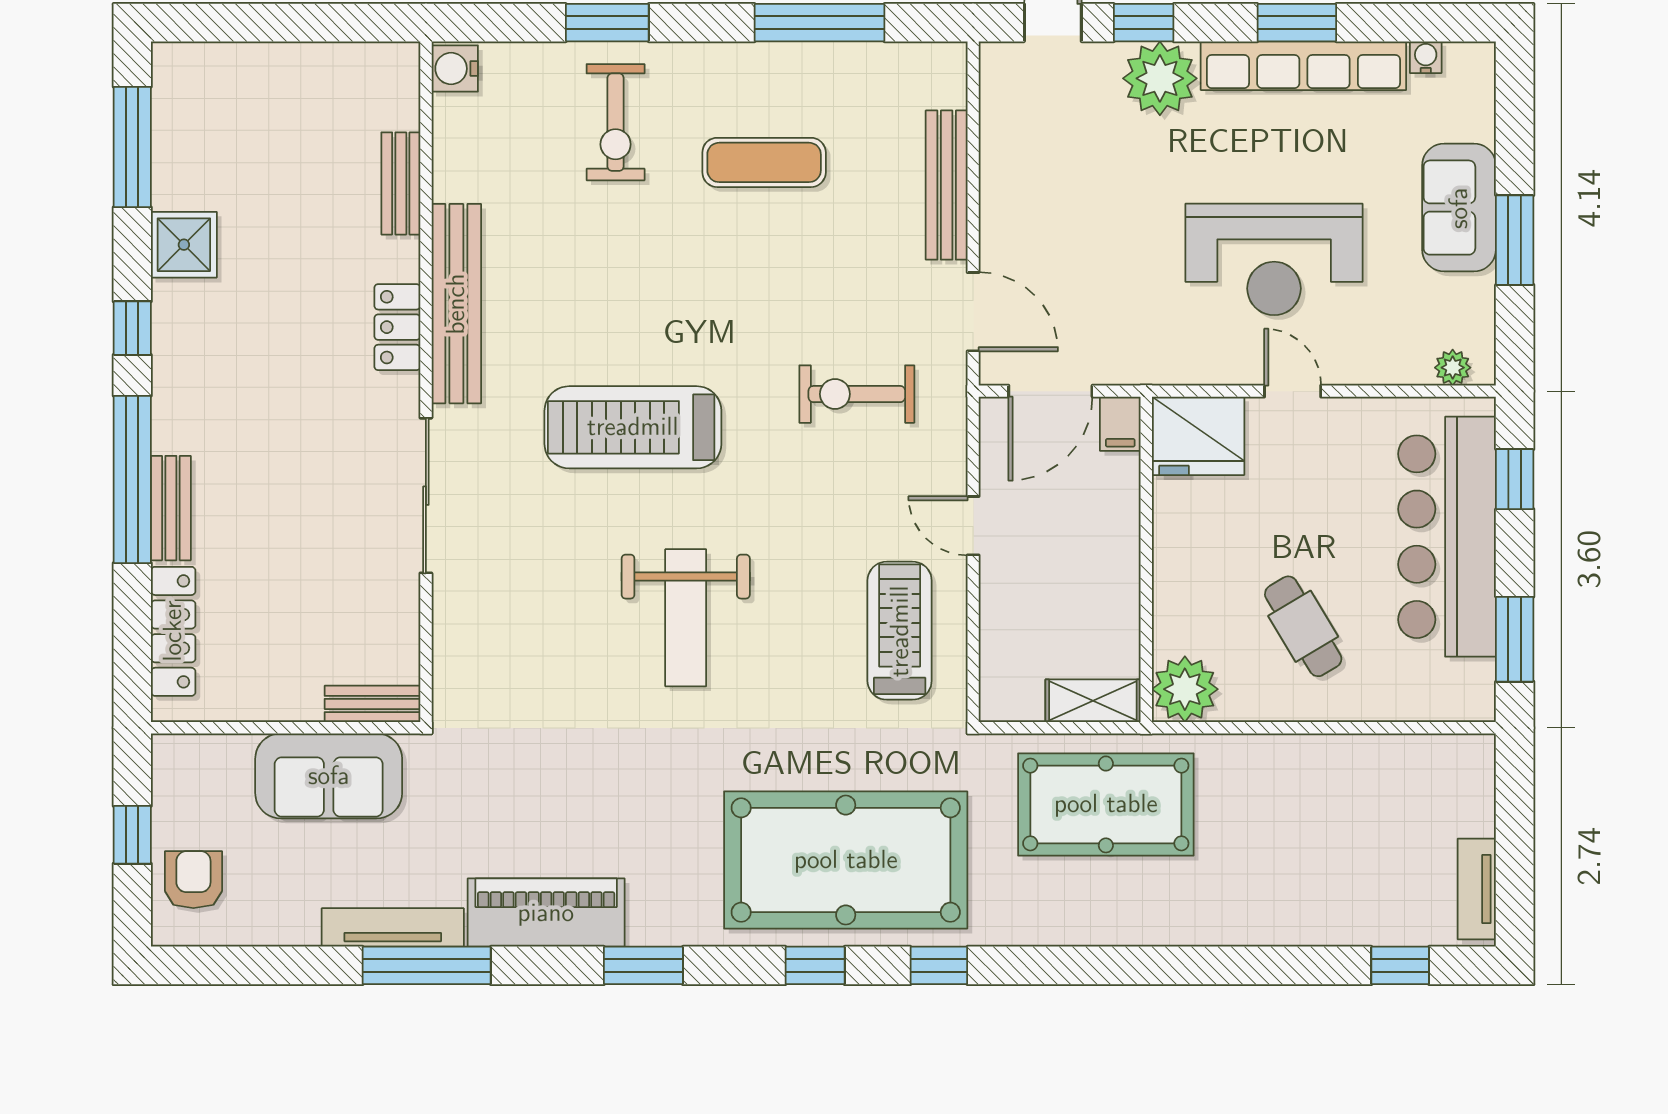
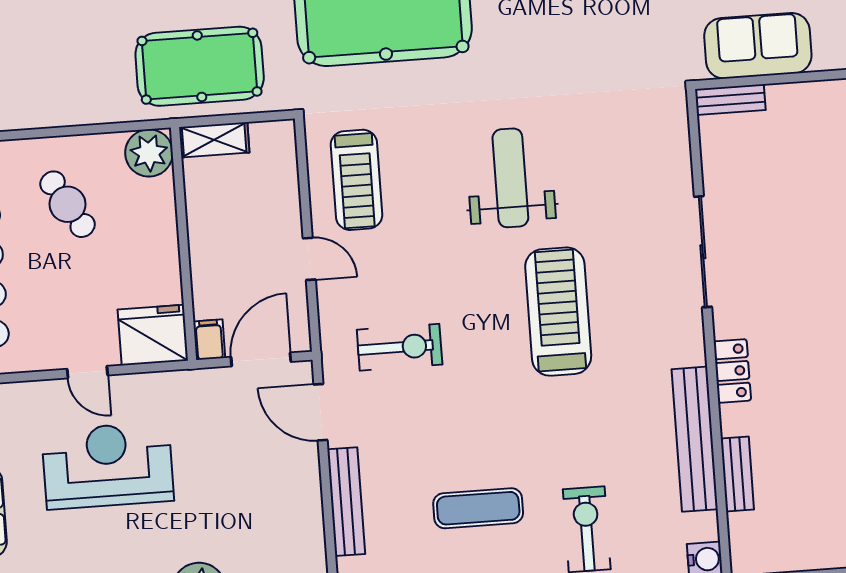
bench: (456, 304) -> (695, 439), moved
treadmill: (633, 427) -> (558, 312), turned -90

